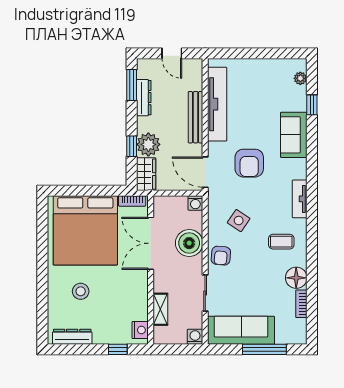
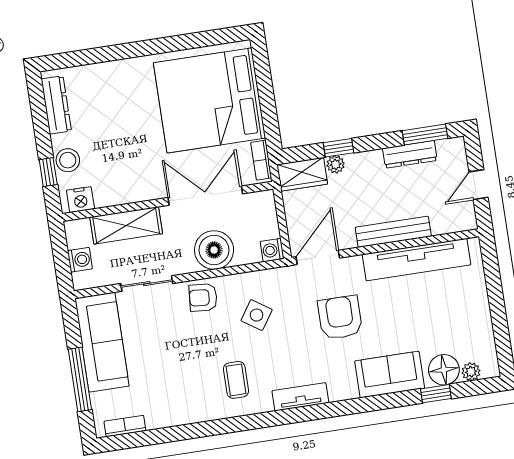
plant: (148, 144) -> (336, 164), width x0.53, depth x0.53
armchair: (249, 163) -> (340, 318), turned 90
floor lamp: (296, 278) -> (444, 370), moved
stool: (81, 291) -> (68, 160), moved
bookcase: (301, 304) -> (125, 426), moved
shelving: (160, 309) -> (126, 225), width x1.50, depth x1.33
washing machine: (195, 337) -> (80, 260), moved

